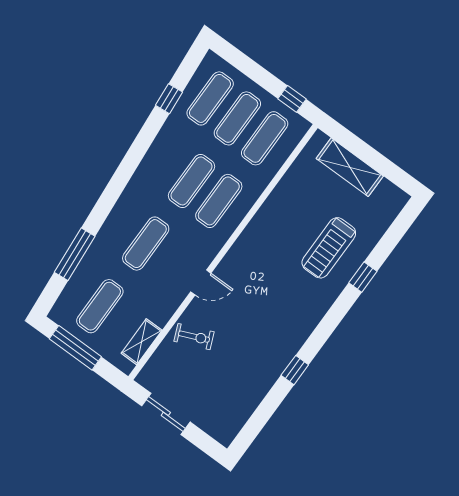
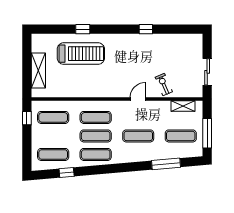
exercise mat: (237, 118) -> (96, 154), moved
treadmill: (329, 248) -> (81, 54), width x1.37, depth x1.38
door: (201, 282) -> (138, 99), hinge flipped

